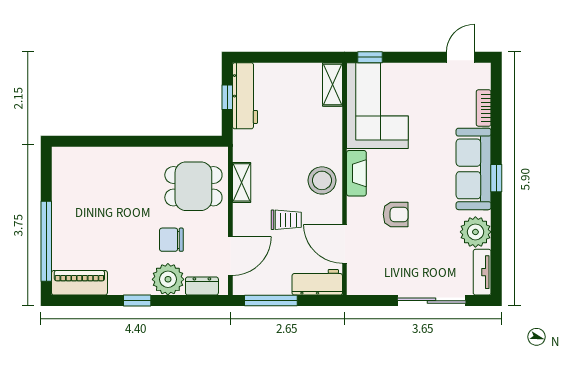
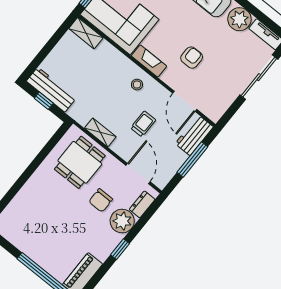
stool: (322, 180) -> (137, 85), width x0.53, depth x0.53
door: (345, 244) -> (185, 101), hinge flipped
window: (271, 301) -> (192, 159), moved

